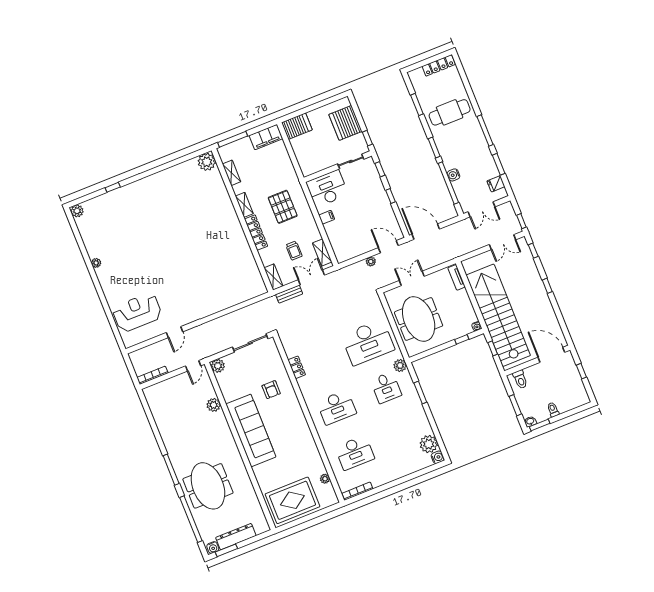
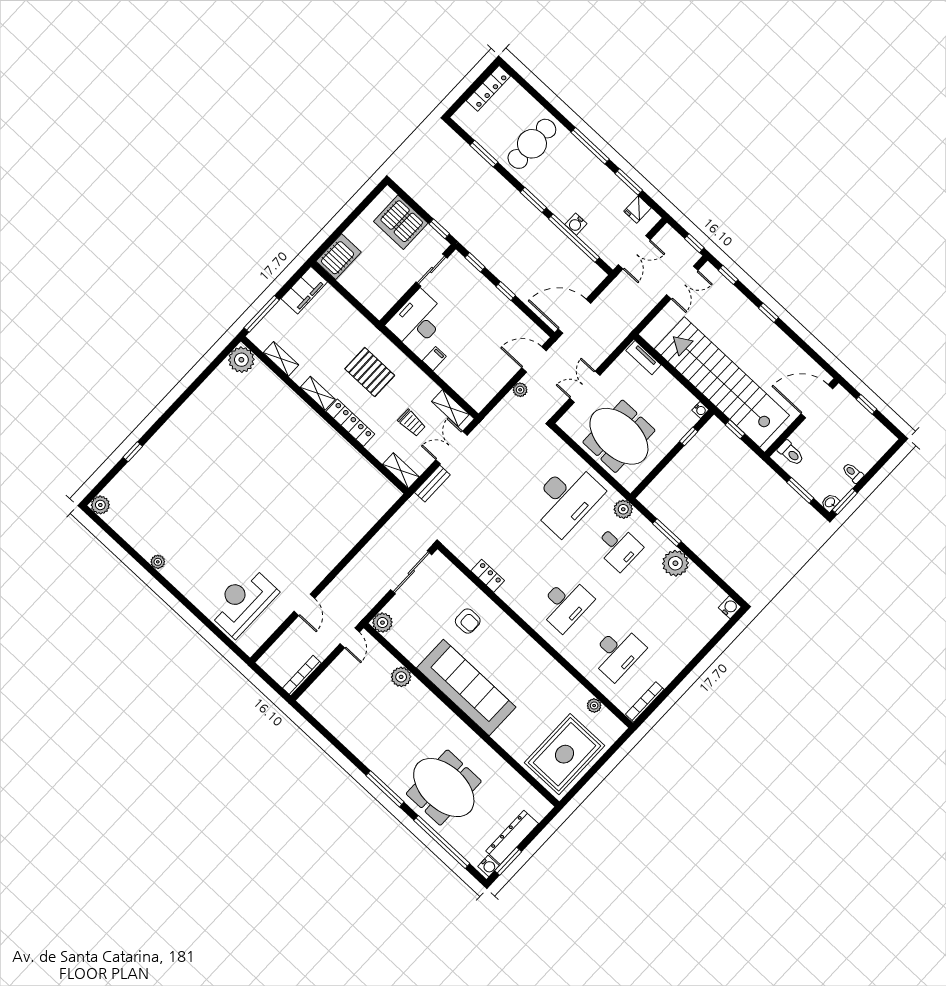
plant: (429, 444) -> (675, 563), moved

